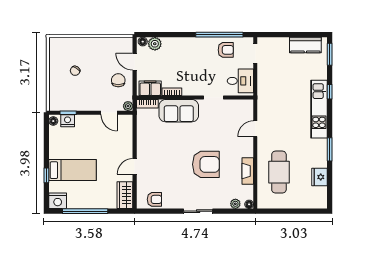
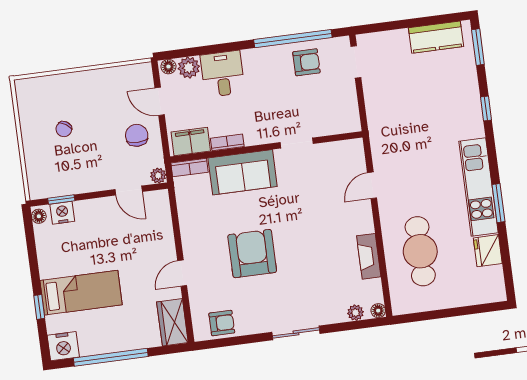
desk: (240, 81) -> (223, 74), moved, turned -90
kitchen unit: (319, 109) -> (478, 187), moved
armchair: (206, 164) -> (252, 254), moved, turned -90

